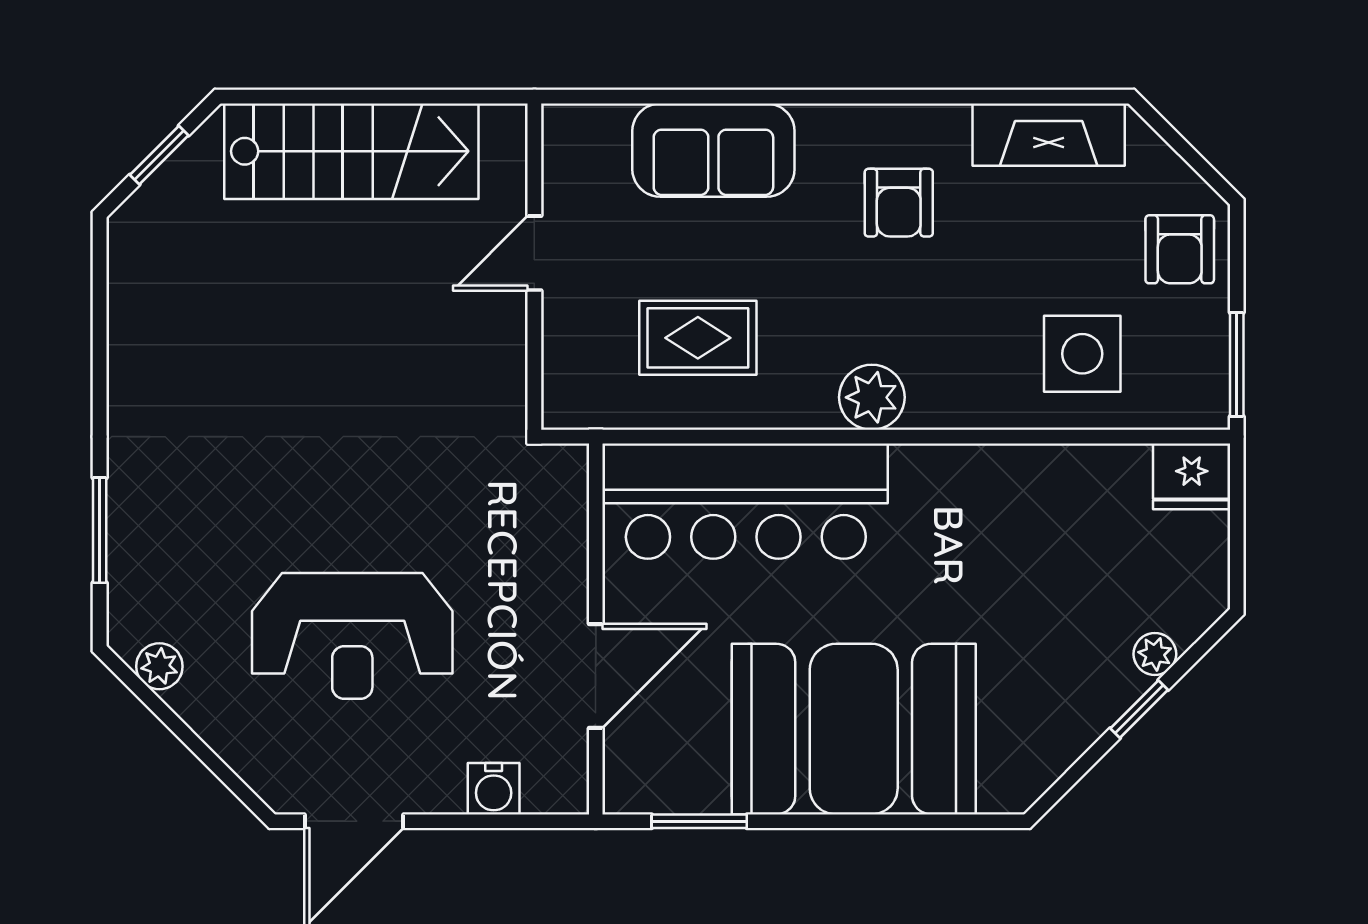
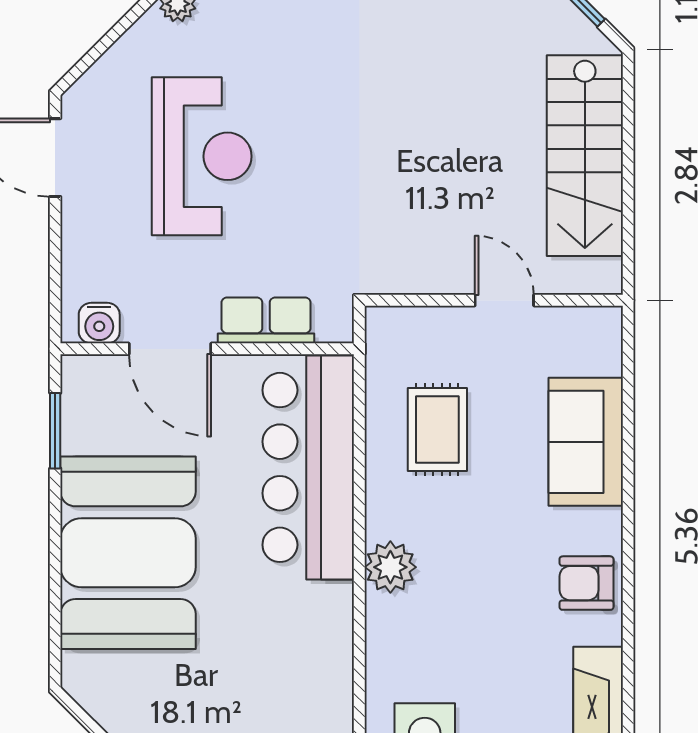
armchair: (899, 203) -> (586, 583), moved
row of seats: (560, 555) -> (266, 320), added
reception desk: (352, 636) -> (202, 156), turned 180
water cooler: (494, 789) -> (99, 323), moved, turned -90

